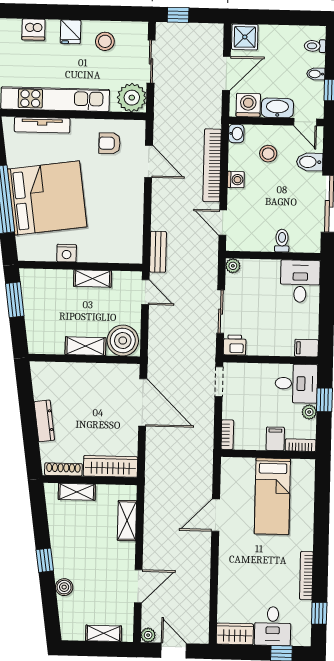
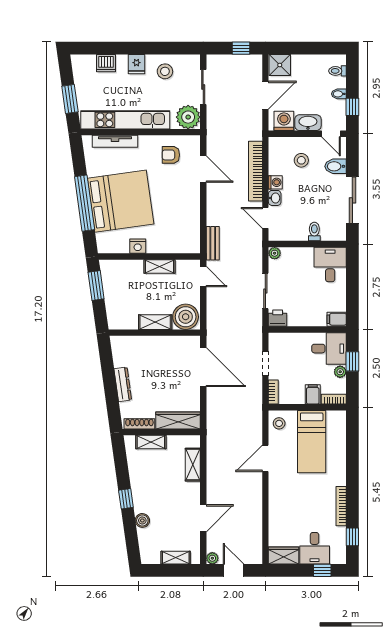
window: (178, 15) -> (241, 48), moved
washbasin: (236, 134) -> (275, 198), moved
doorway: (219, 382) -> (265, 364), moved
stool: (233, 473) -> (279, 423), added

